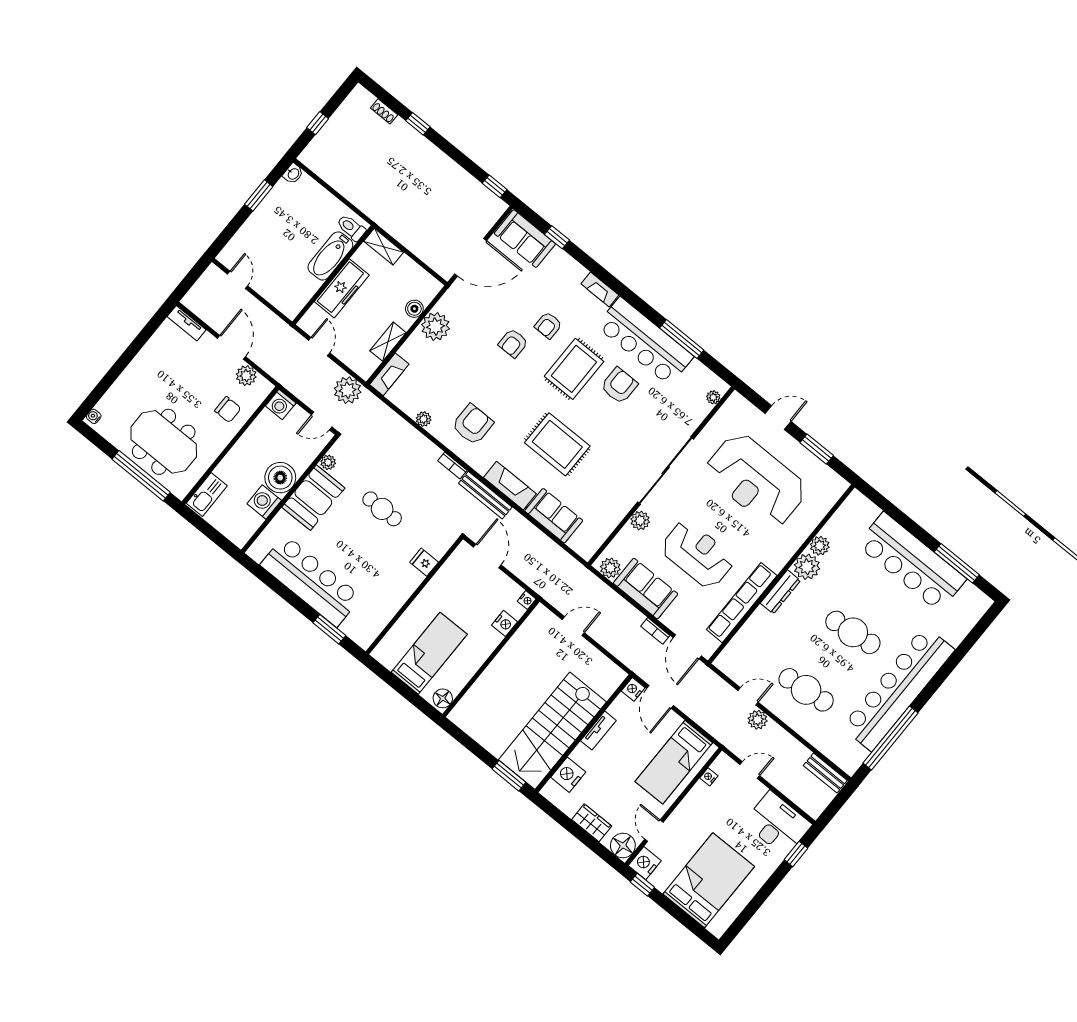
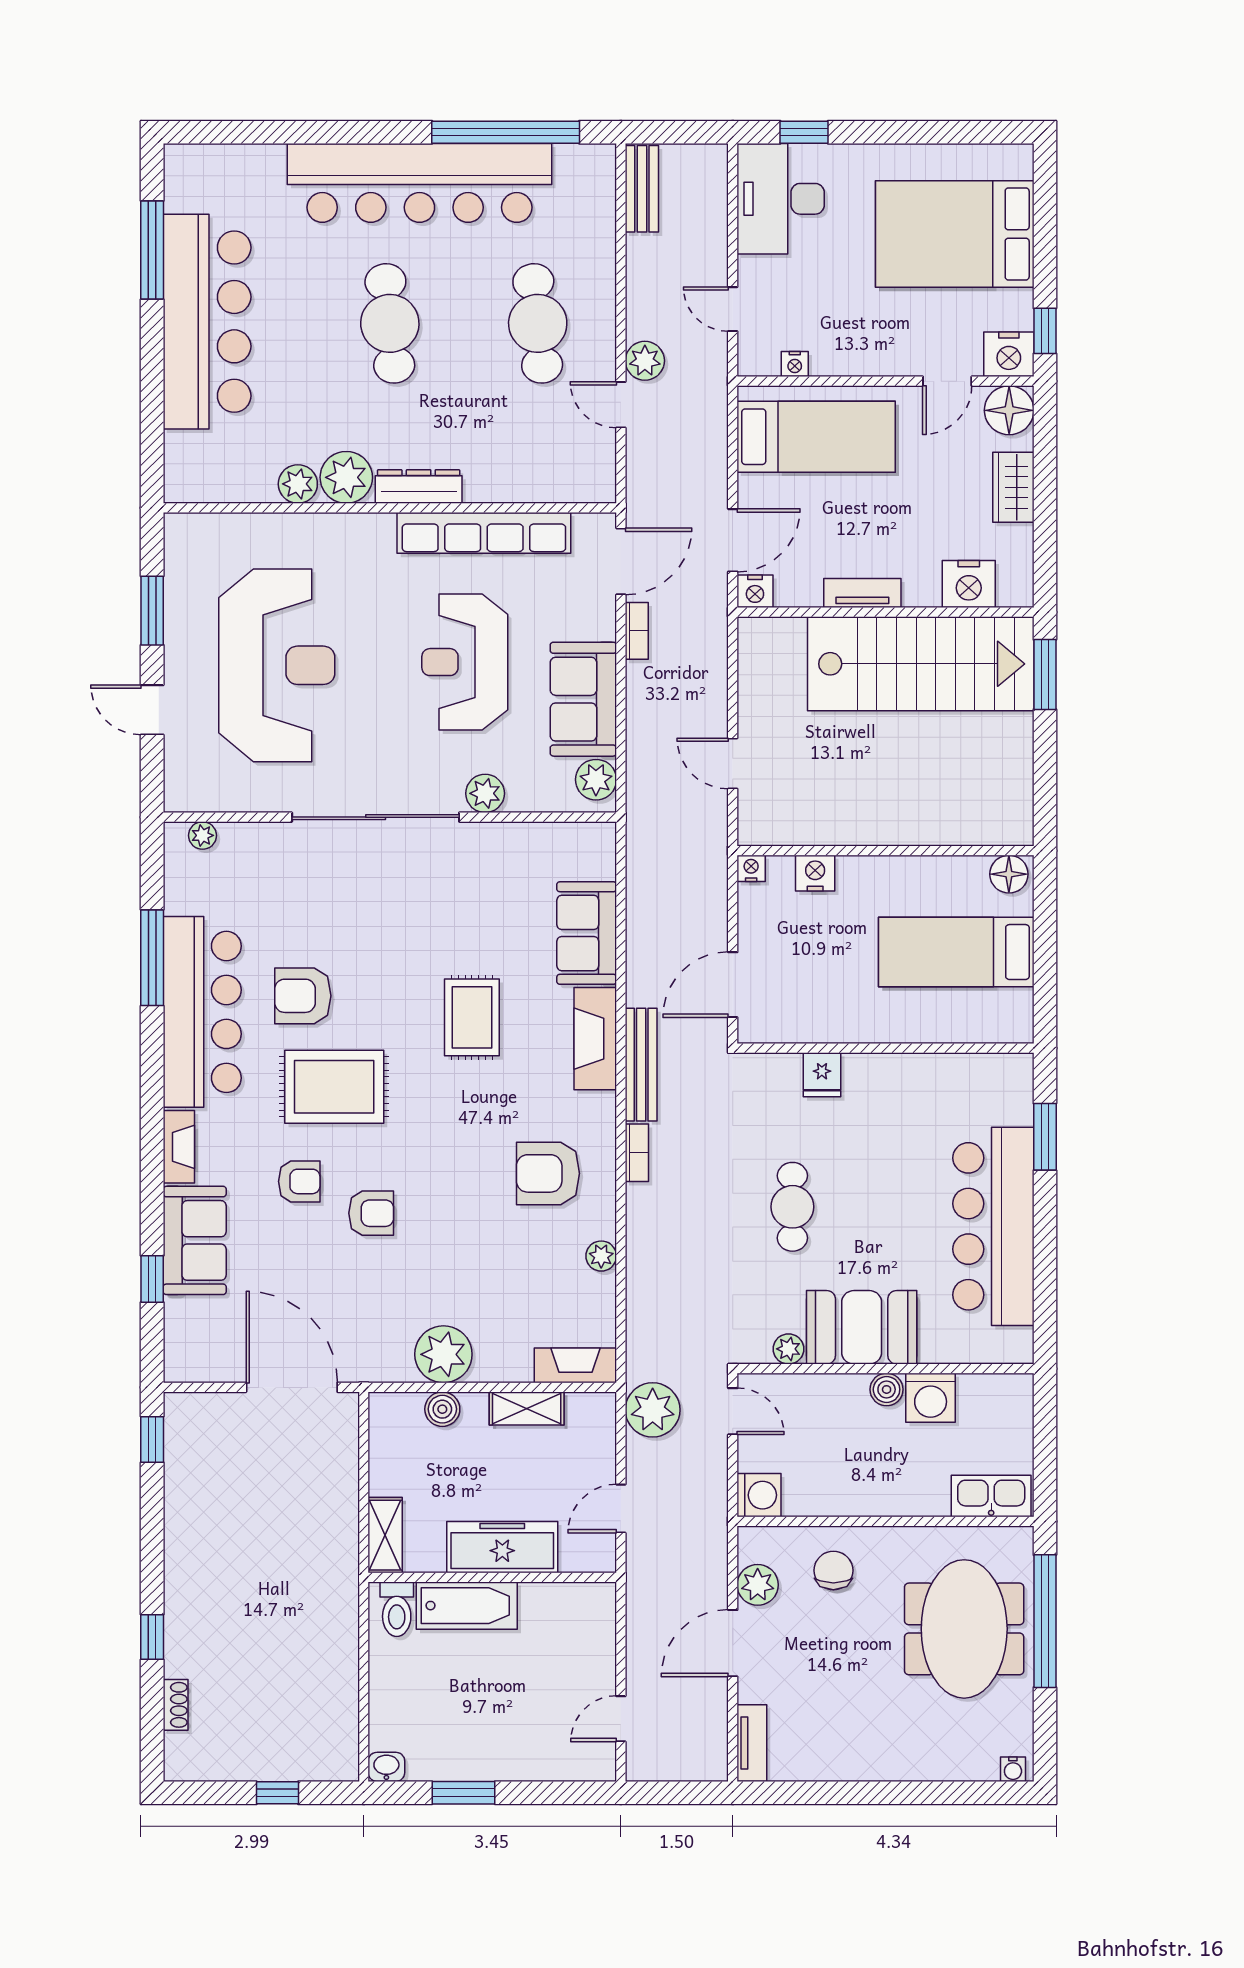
sofa: (525, 239) -> (195, 1240), moved
rug: (557, 444) -> (472, 1017), width x0.73, depth x0.70
boiler: (280, 478) -> (887, 1389), width x0.54, depth x0.54

